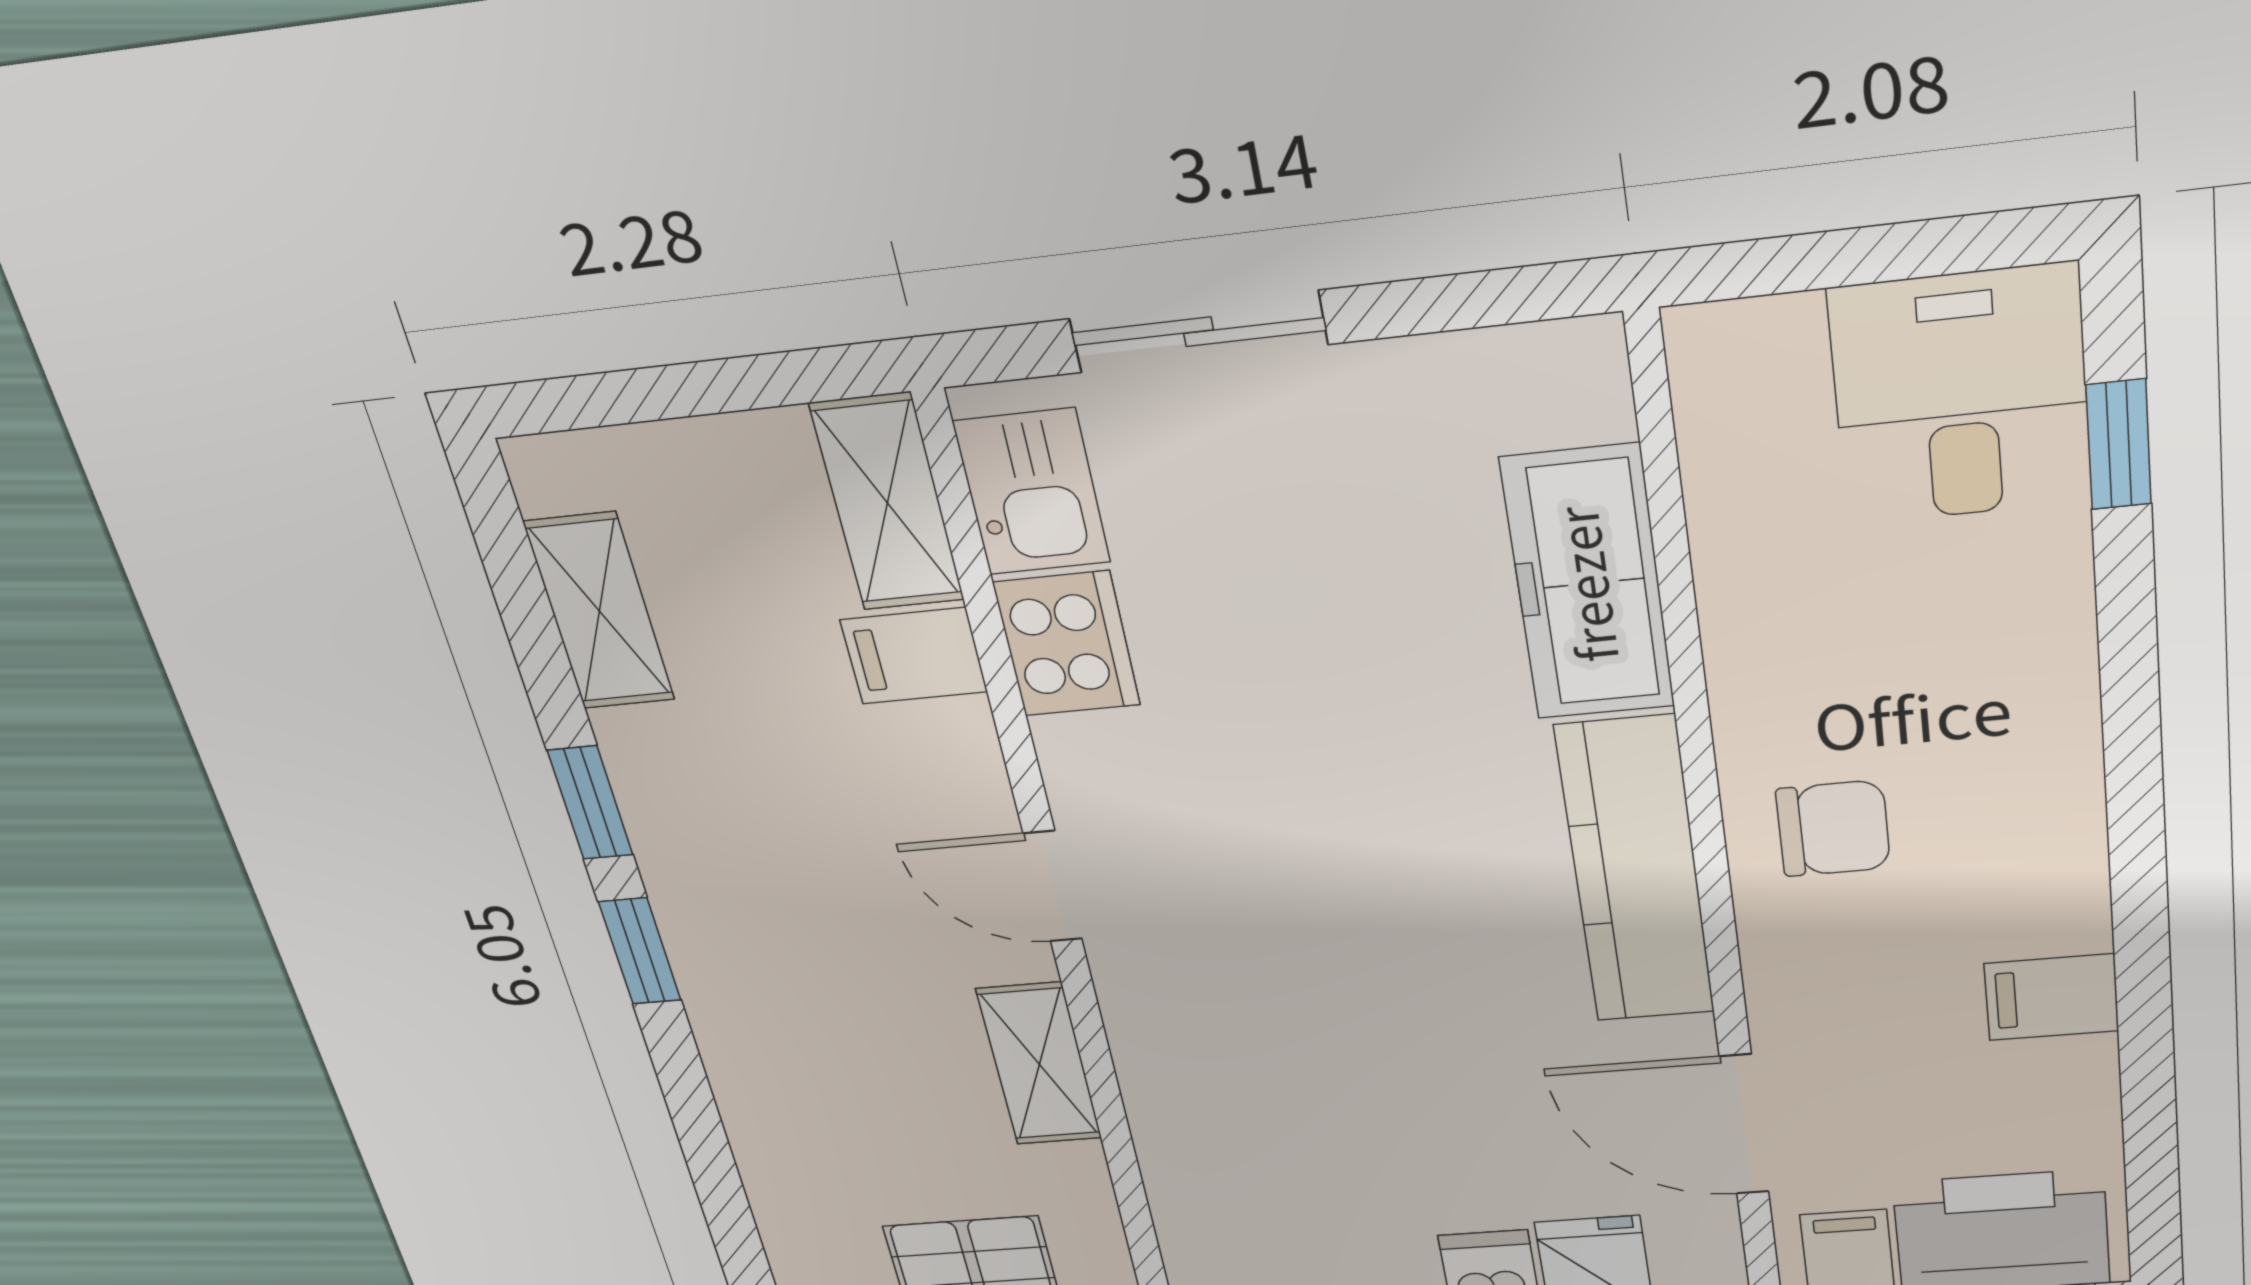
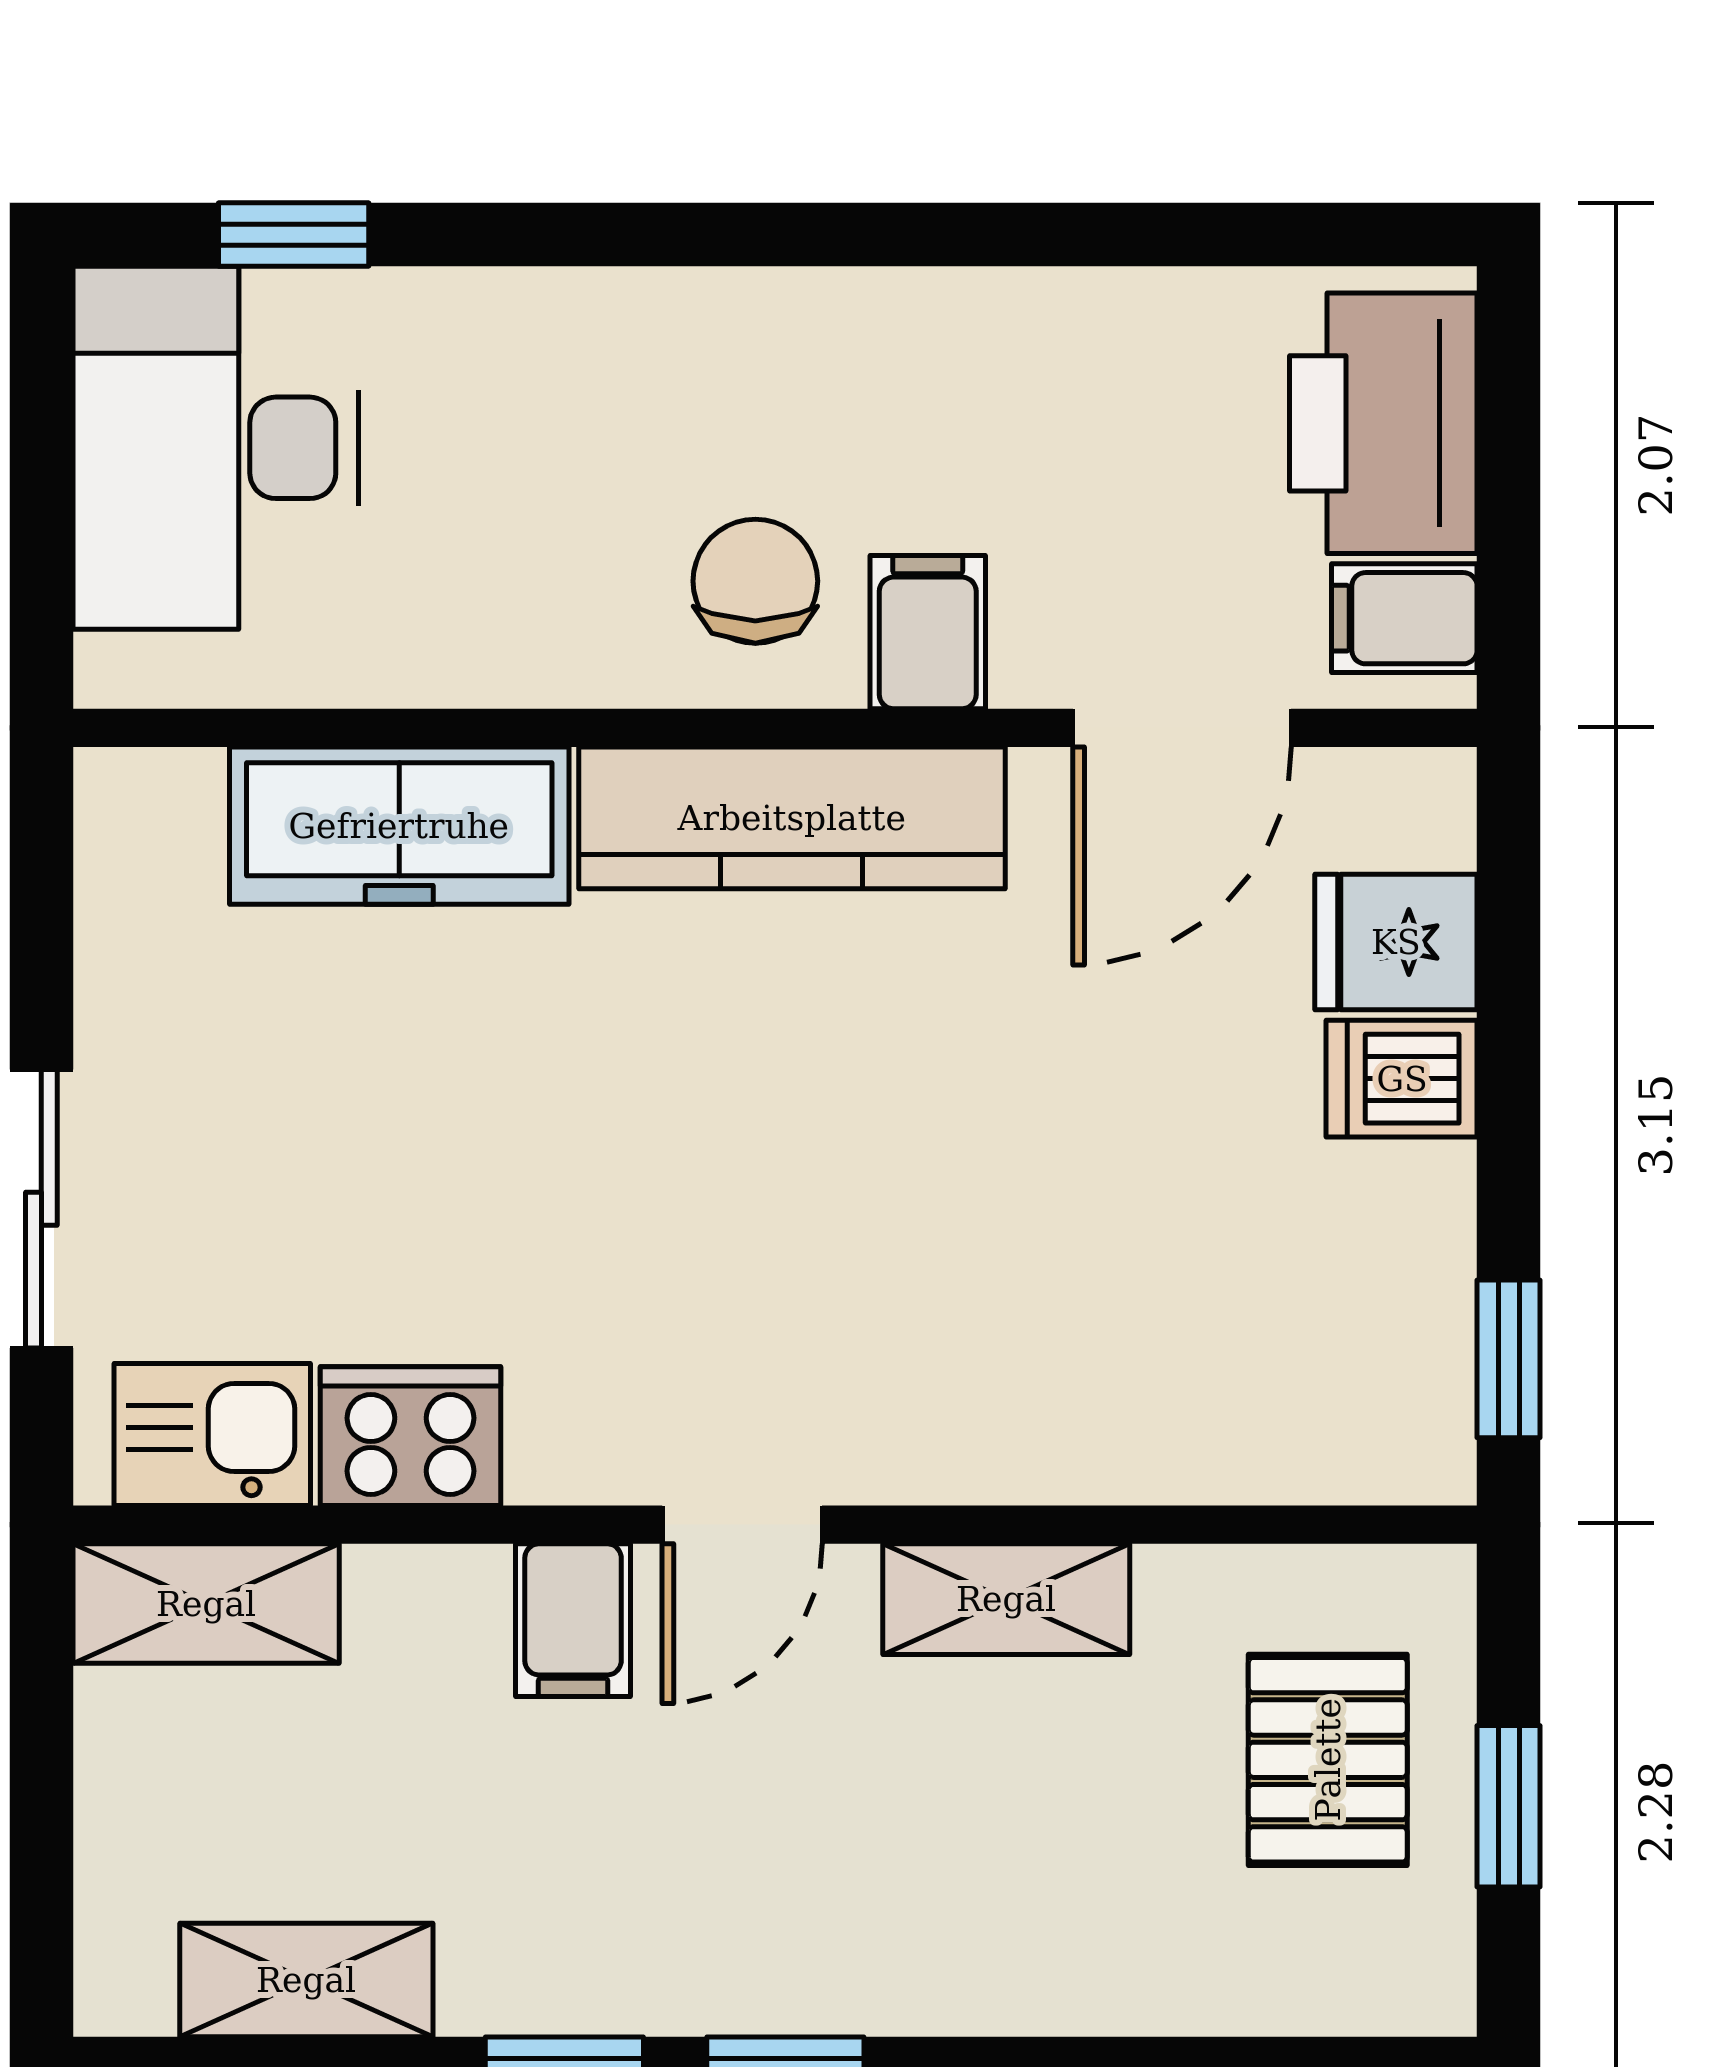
desk: (1961, 396) -> (216, 448), width x1.37
filing cabinet: (914, 656) -> (573, 1620), moved
filing cabinet: (2052, 997) -> (928, 632), moved, turned 180

